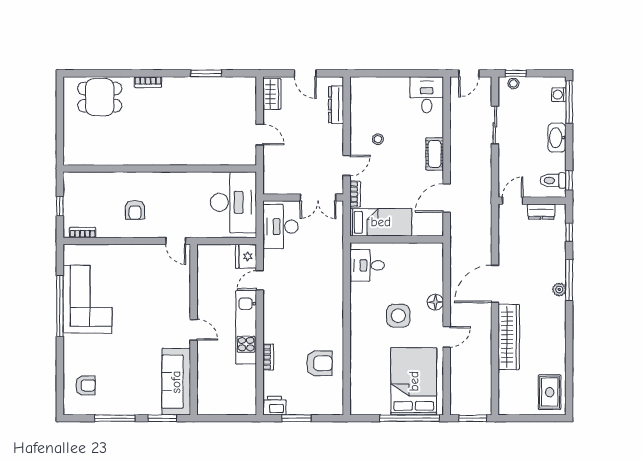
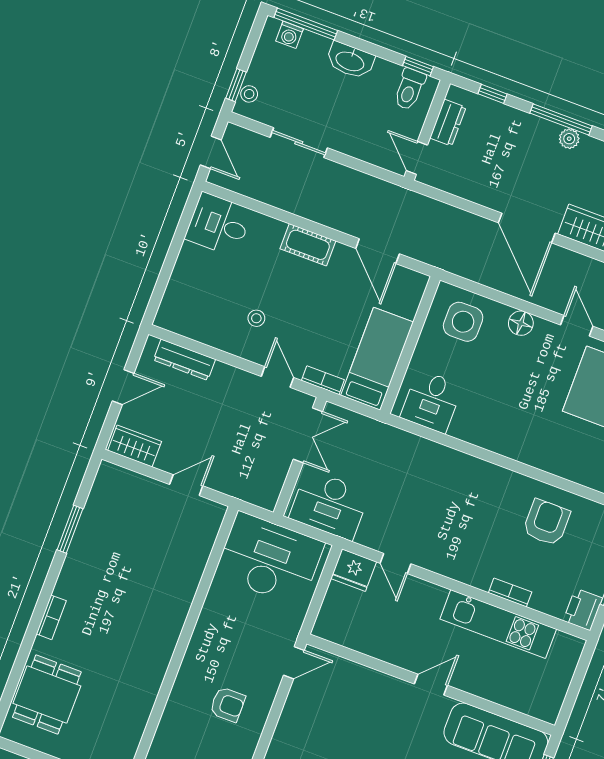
side table: (398, 316) -> (463, 322), moved
kitchen unit: (246, 327) -> (498, 624), moved

